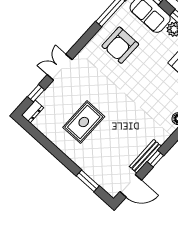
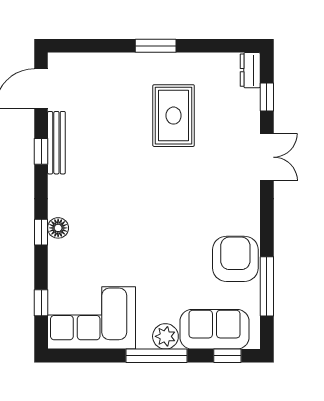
armchair: (120, 45) -> (235, 259), moved
window: (88, 181) -> (156, 46), moved

